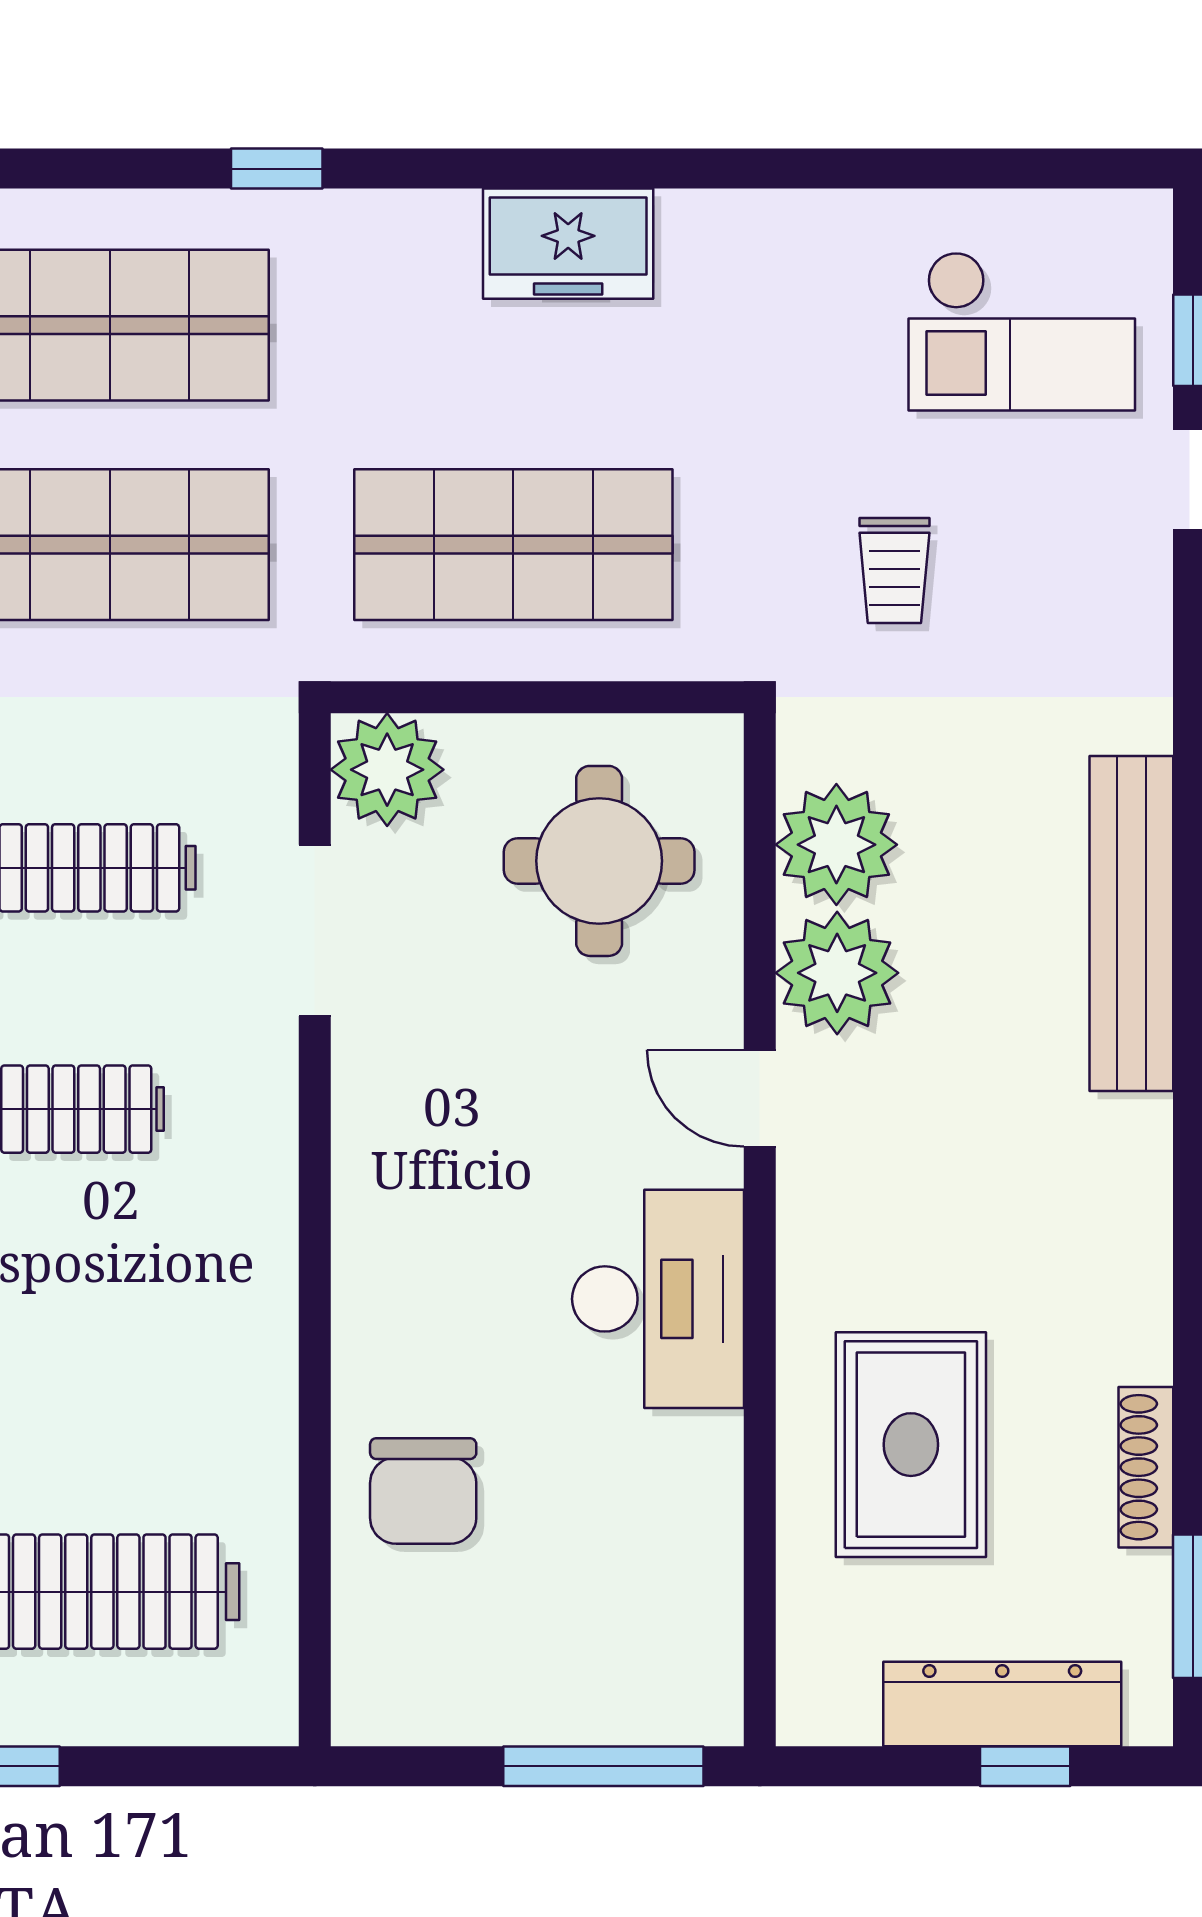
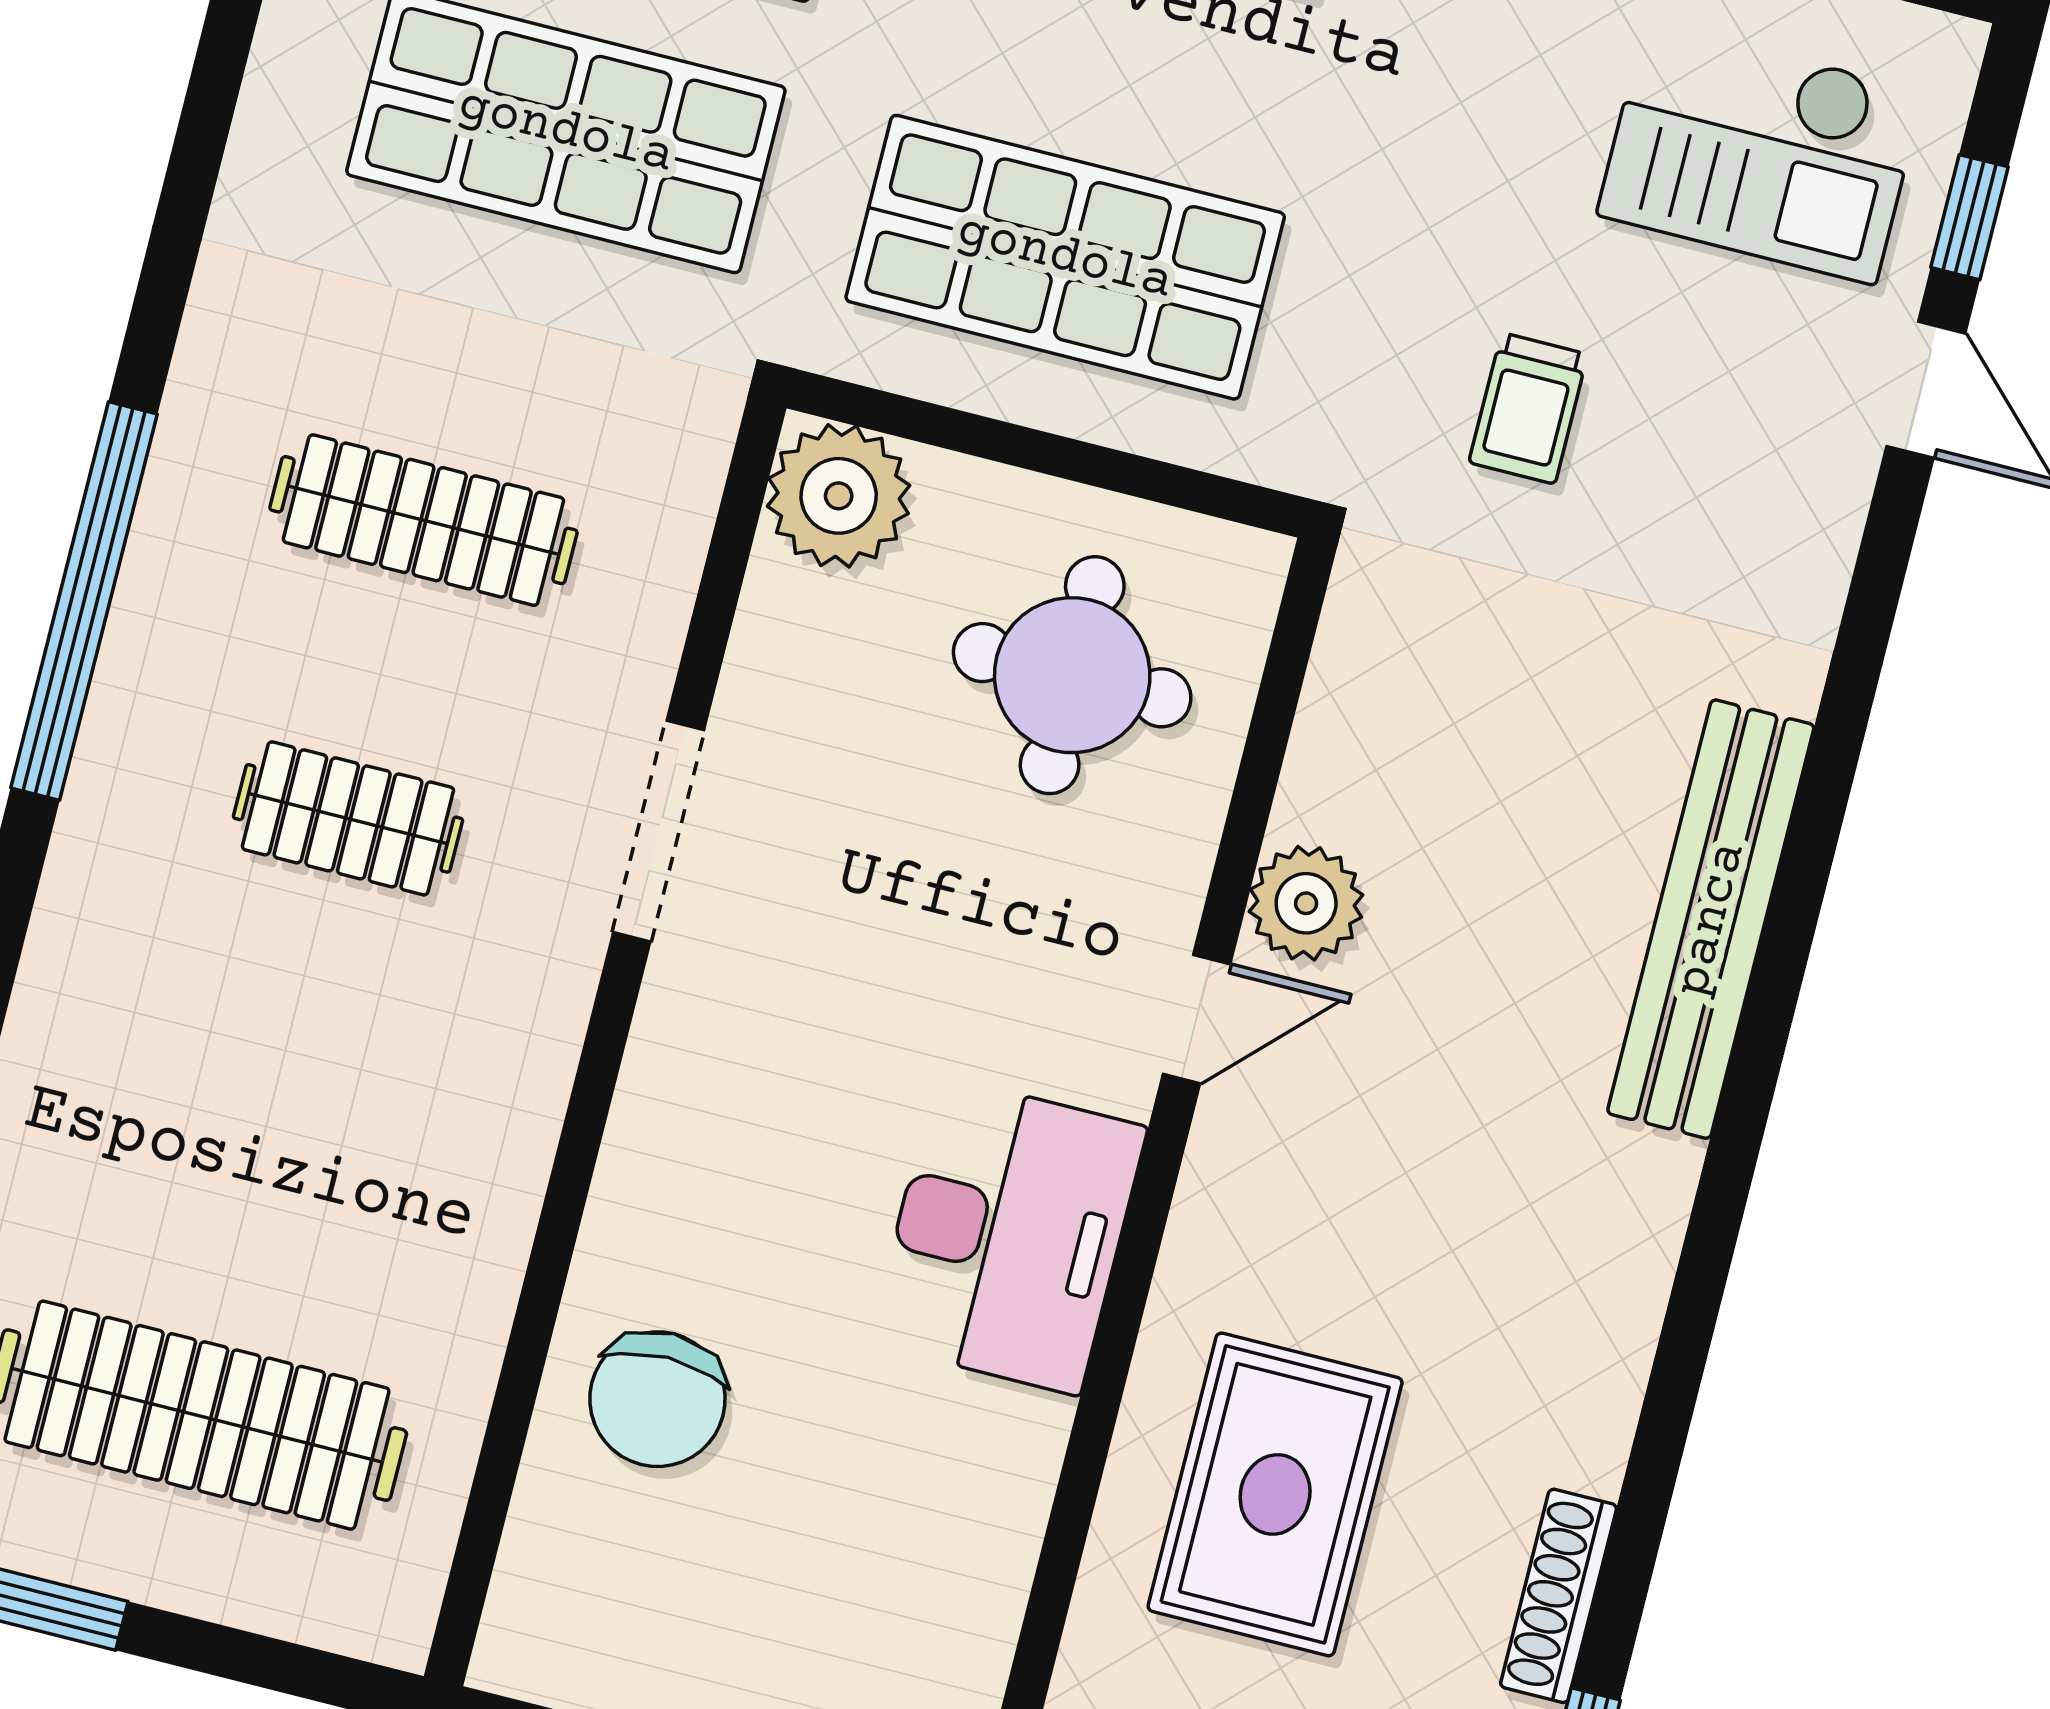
plant: (836, 845) -> (1371, 729), removed
doorway: (315, 930) -> (659, 831), moved
plant: (837, 973) -> (1306, 903), width x0.73, depth x0.73
door: (760, 1098) -> (1197, 1019), swing flipped

